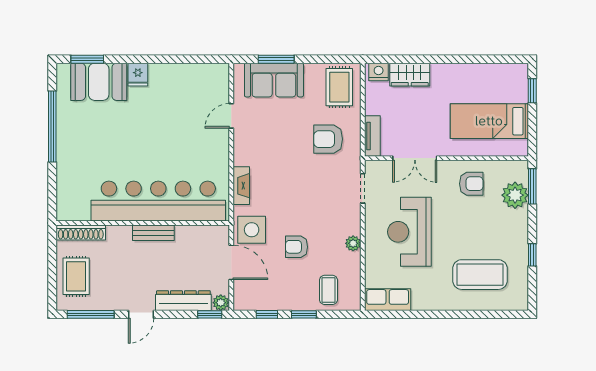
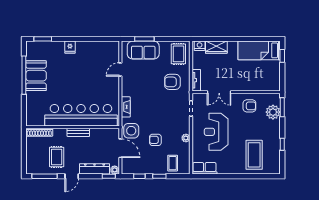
booth: (99, 82) -> (36, 76), moved, turned 90
bed: (489, 121) -> (259, 50), moved
coffee table: (480, 275) -> (254, 155), turned 90
rug: (76, 276) -> (57, 157), moved

